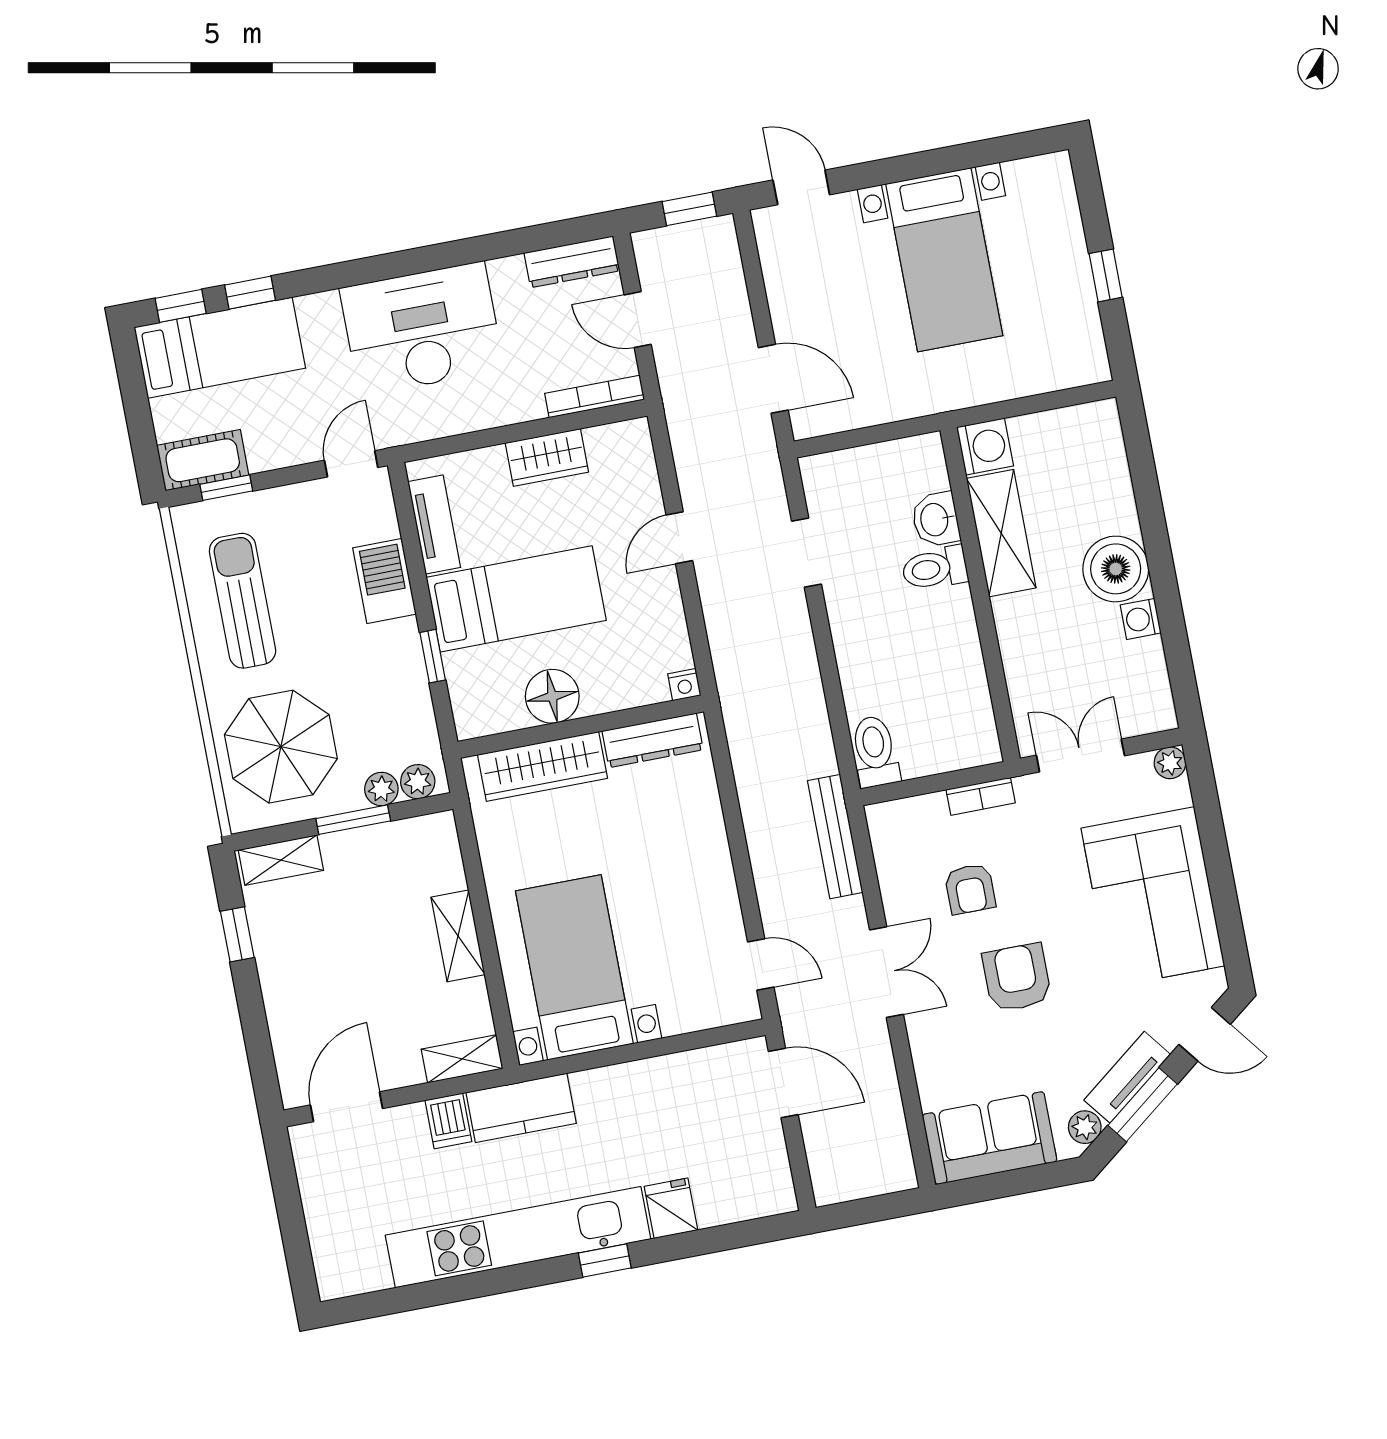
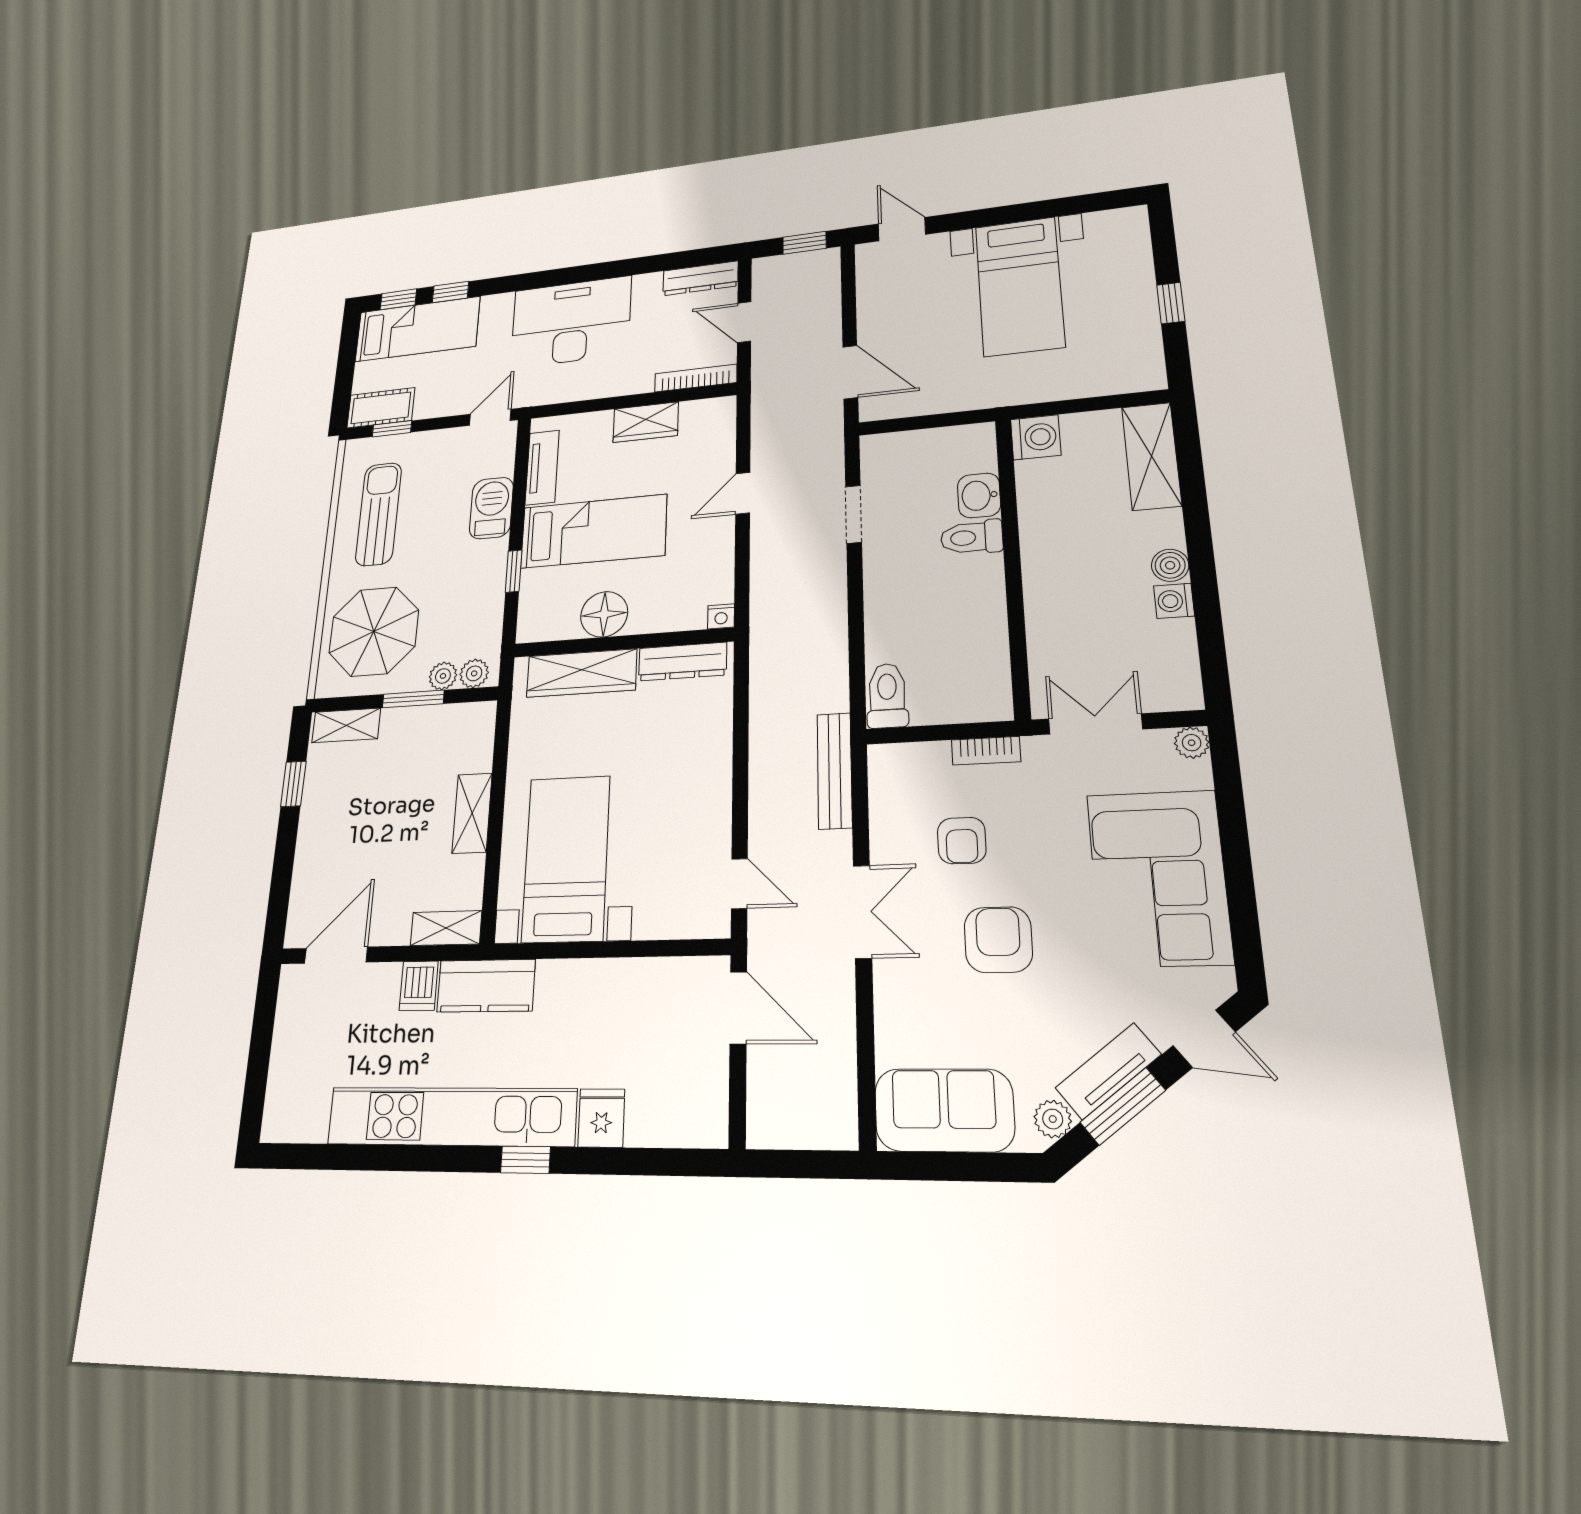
shelving: (1001, 533) -> (1151, 456), moved
boiler: (1116, 569) -> (1170, 565), width x0.54, depth x0.54

